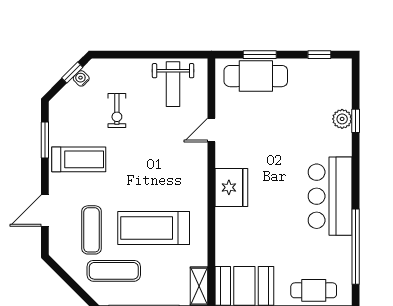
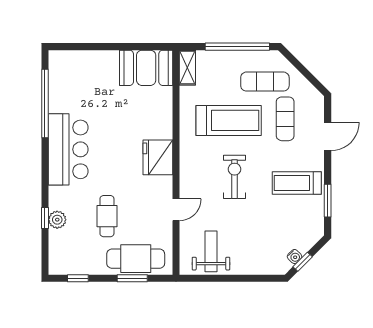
exercise bike: (117, 111) -> (234, 177), moved, width x1.38, depth x1.39
cafe table: (314, 290) -> (107, 216), moved, turned 90

